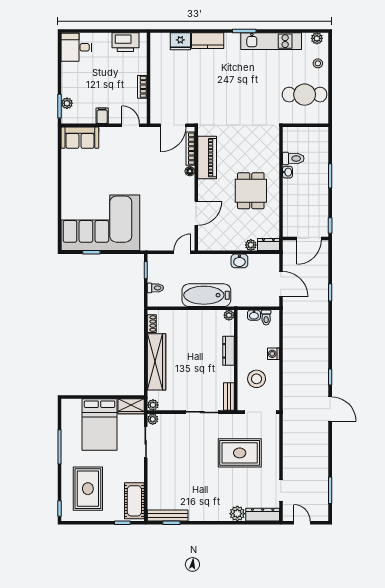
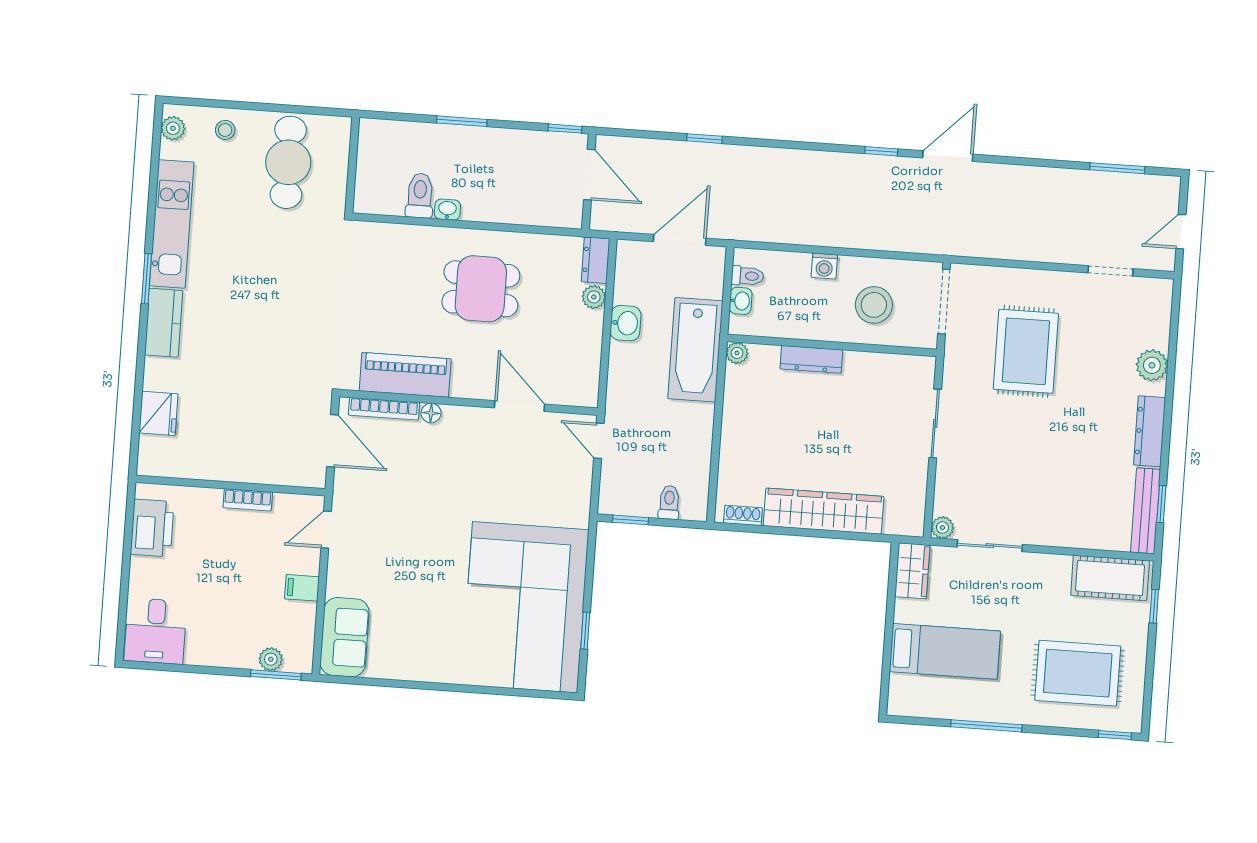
kitchen counter: (208, 41) -> (164, 323), moved
bathtub: (206, 295) -> (695, 350), moved
bench: (229, 396) -> (907, 365), removed
plant: (153, 405) -> (913, 525), removed
bed: (100, 425) -> (945, 651), width x0.67
dresser: (263, 515) -> (1150, 431), moved

